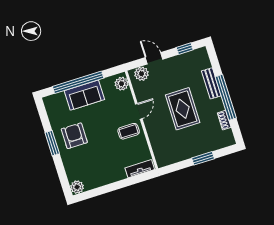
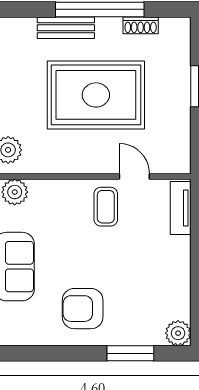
rug: (183, 109) -> (96, 95), width x1.37, depth x1.44
door: (139, 111) -> (134, 176), moved
window: (52, 143) -> (130, 353), moved

